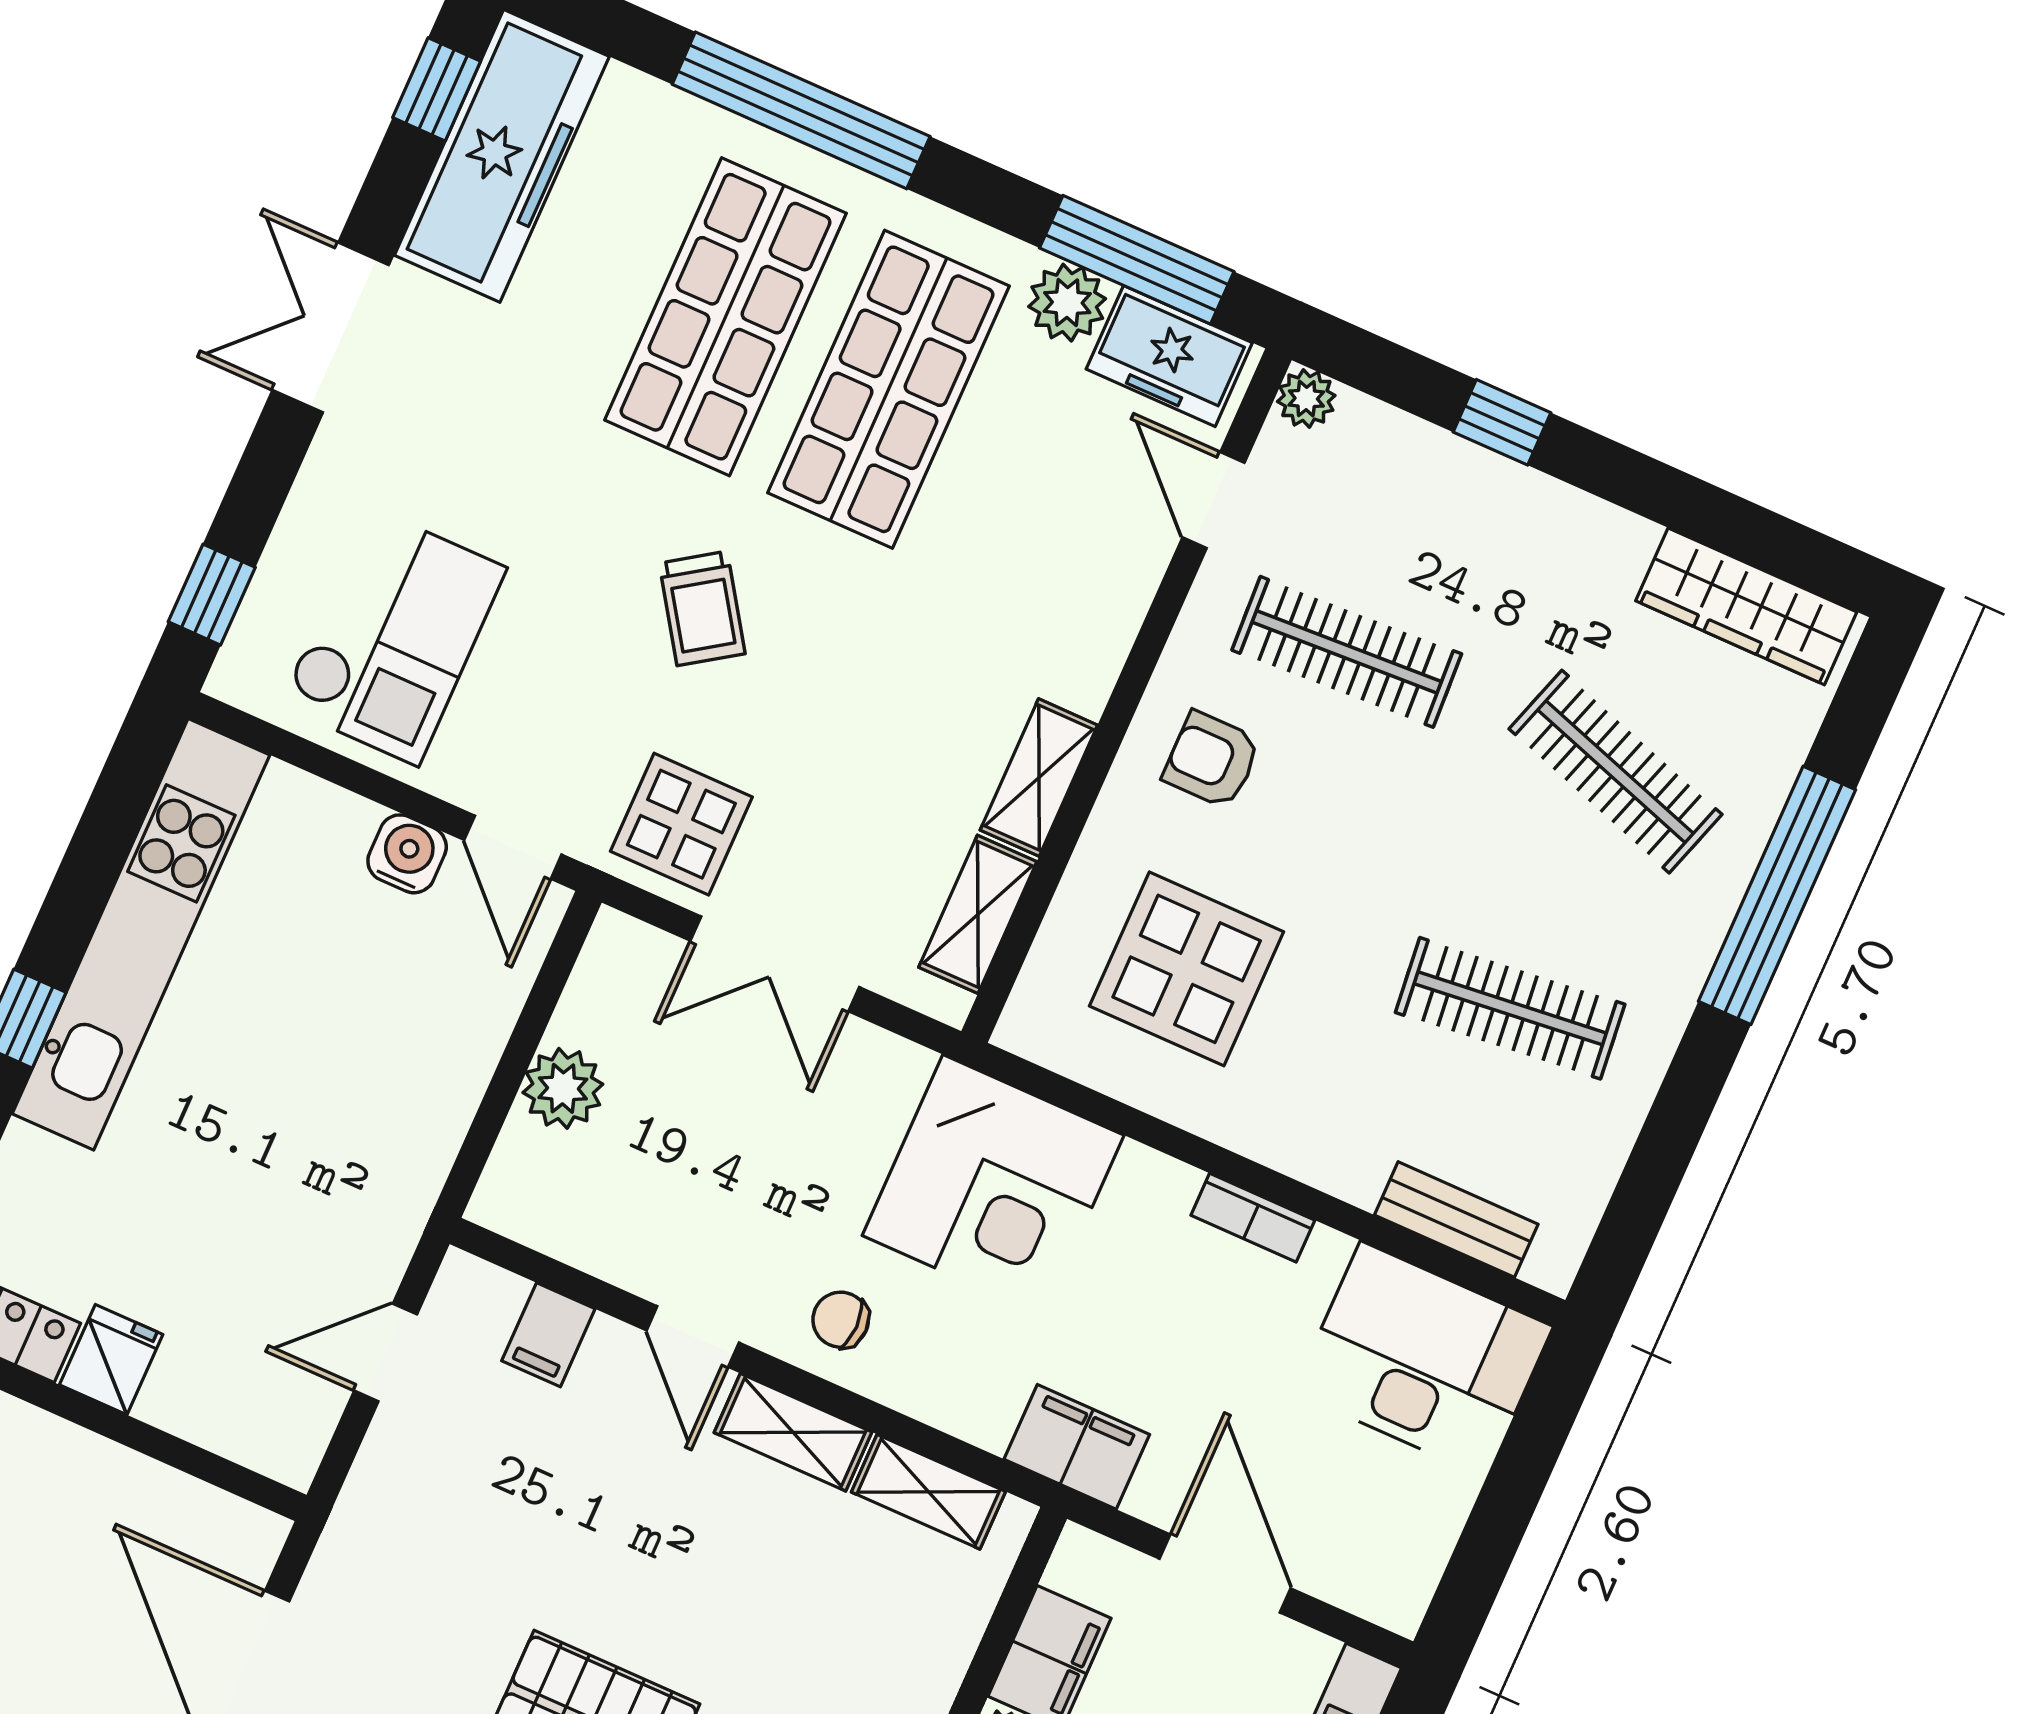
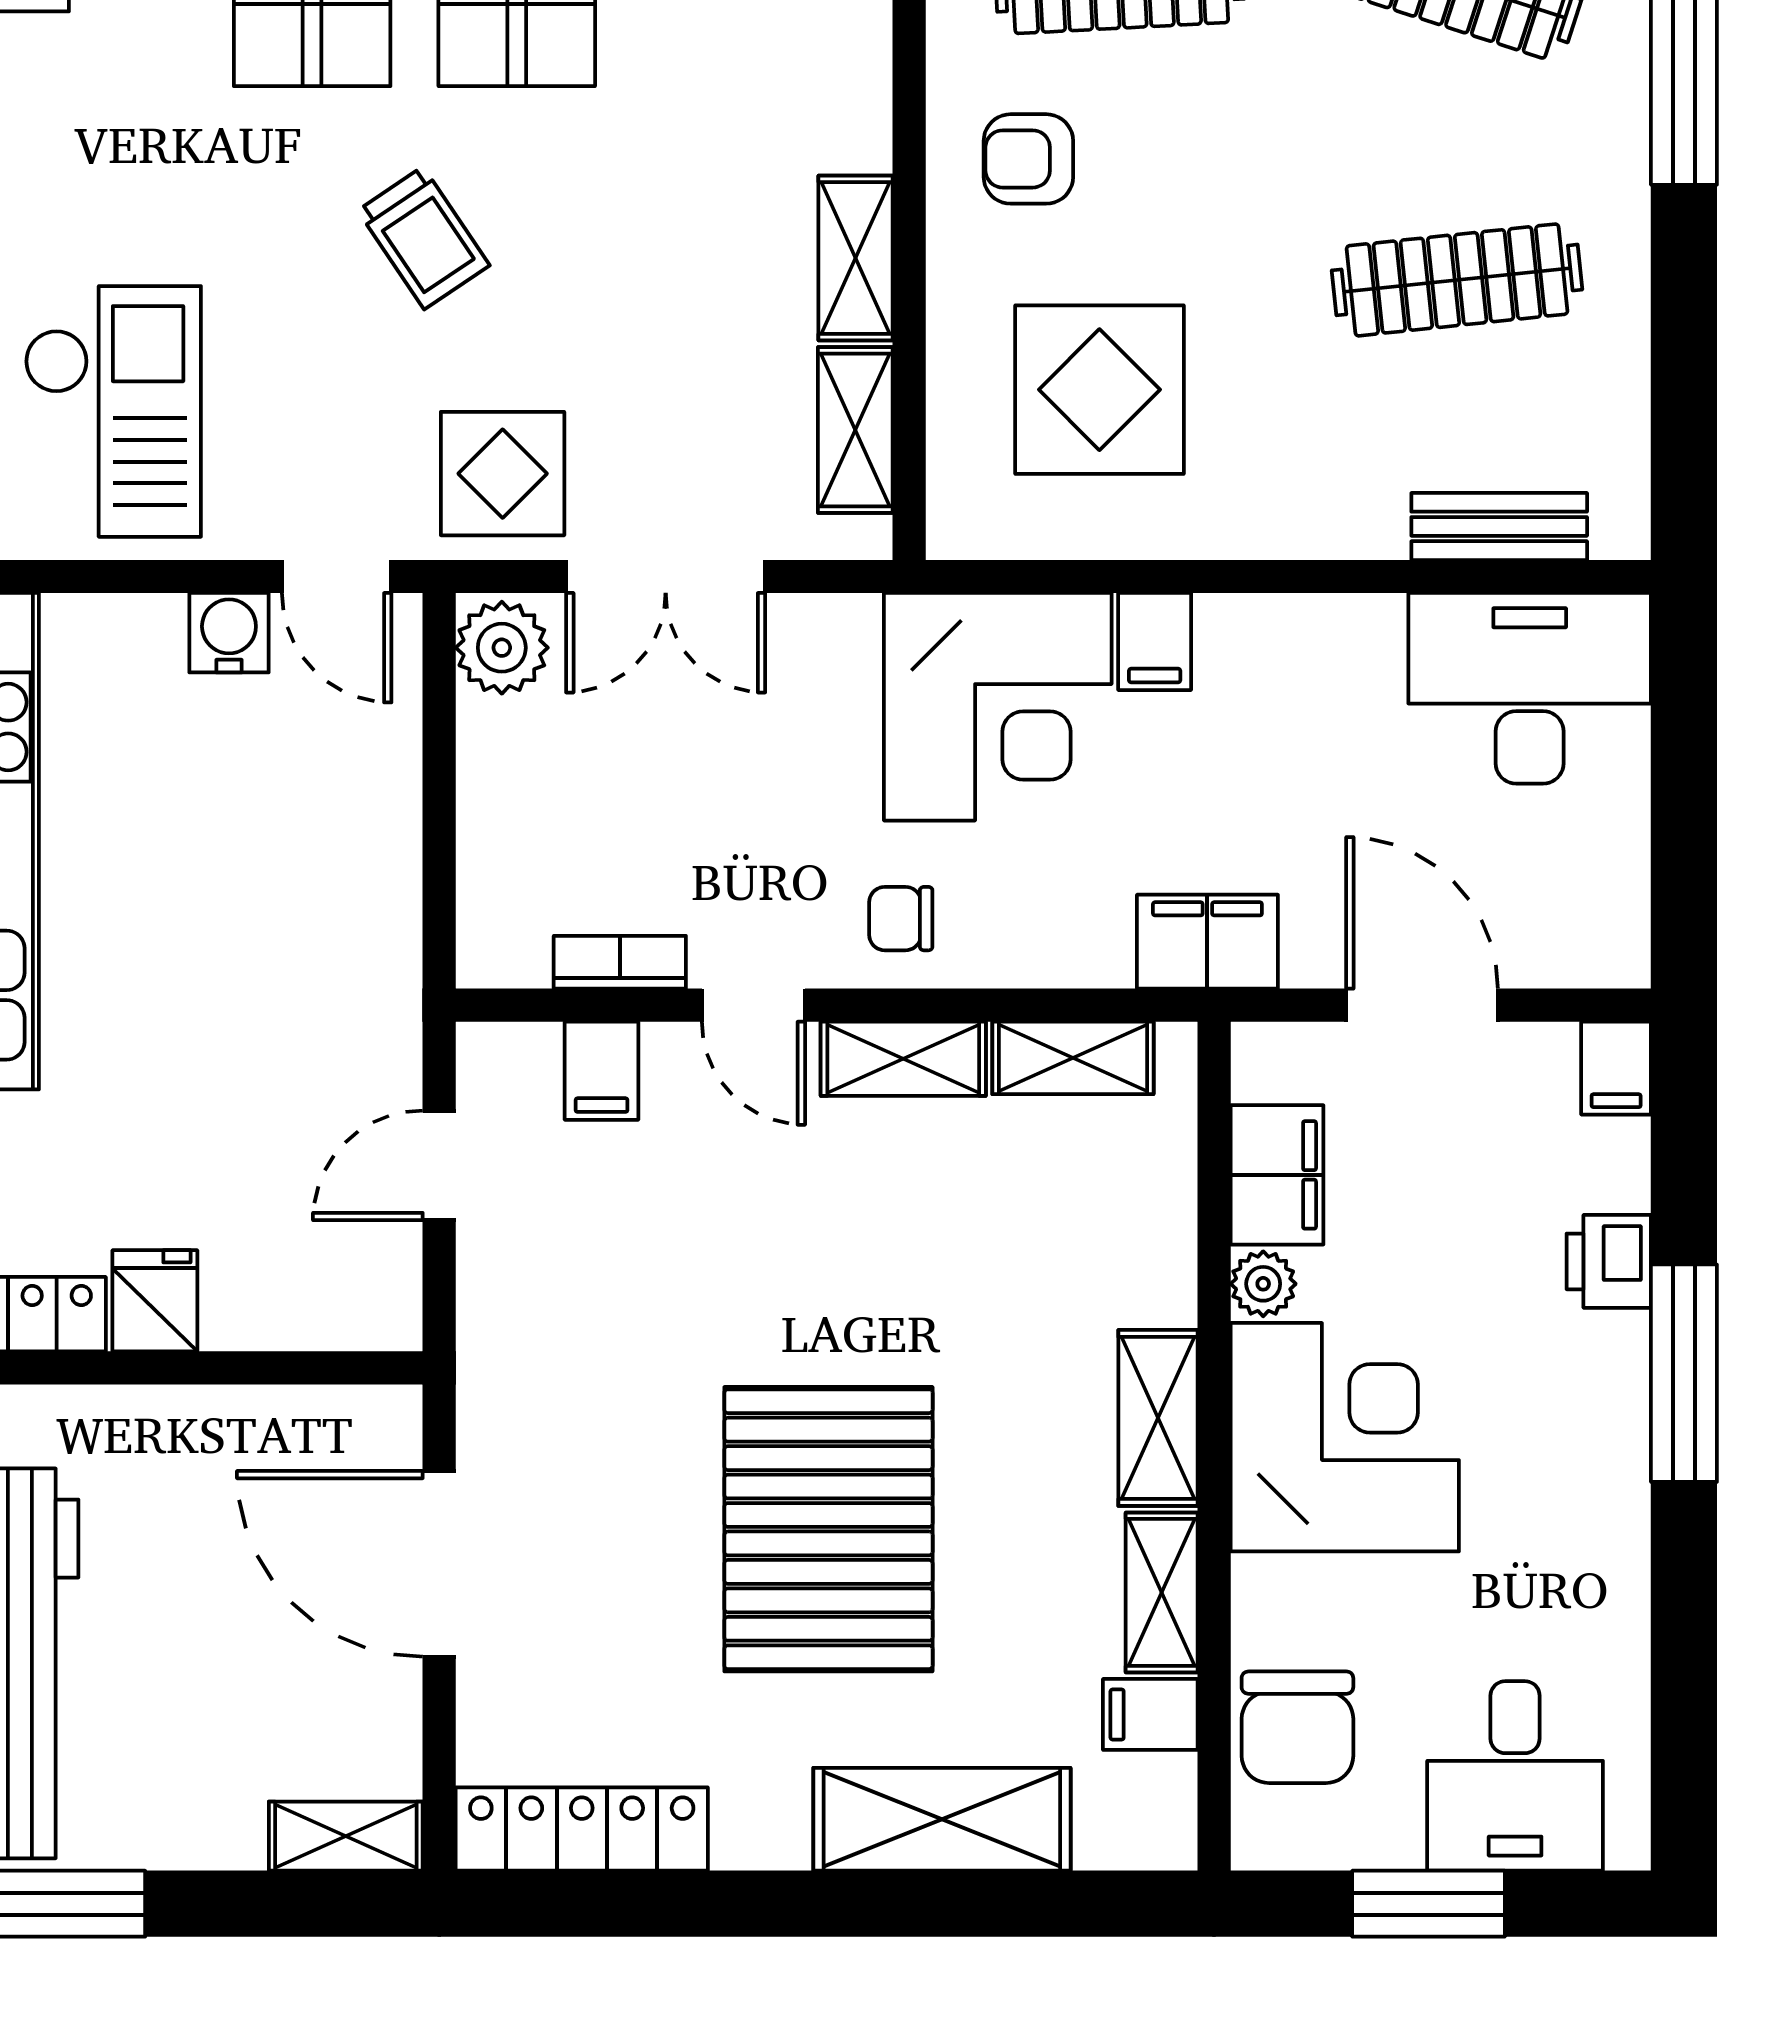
plant: (563, 1088) -> (502, 648), moved
filing cabinet: (1141, 1189) -> (1155, 642), added
bookcase: (1253, 1218) -> (620, 962), moved, turned 180

